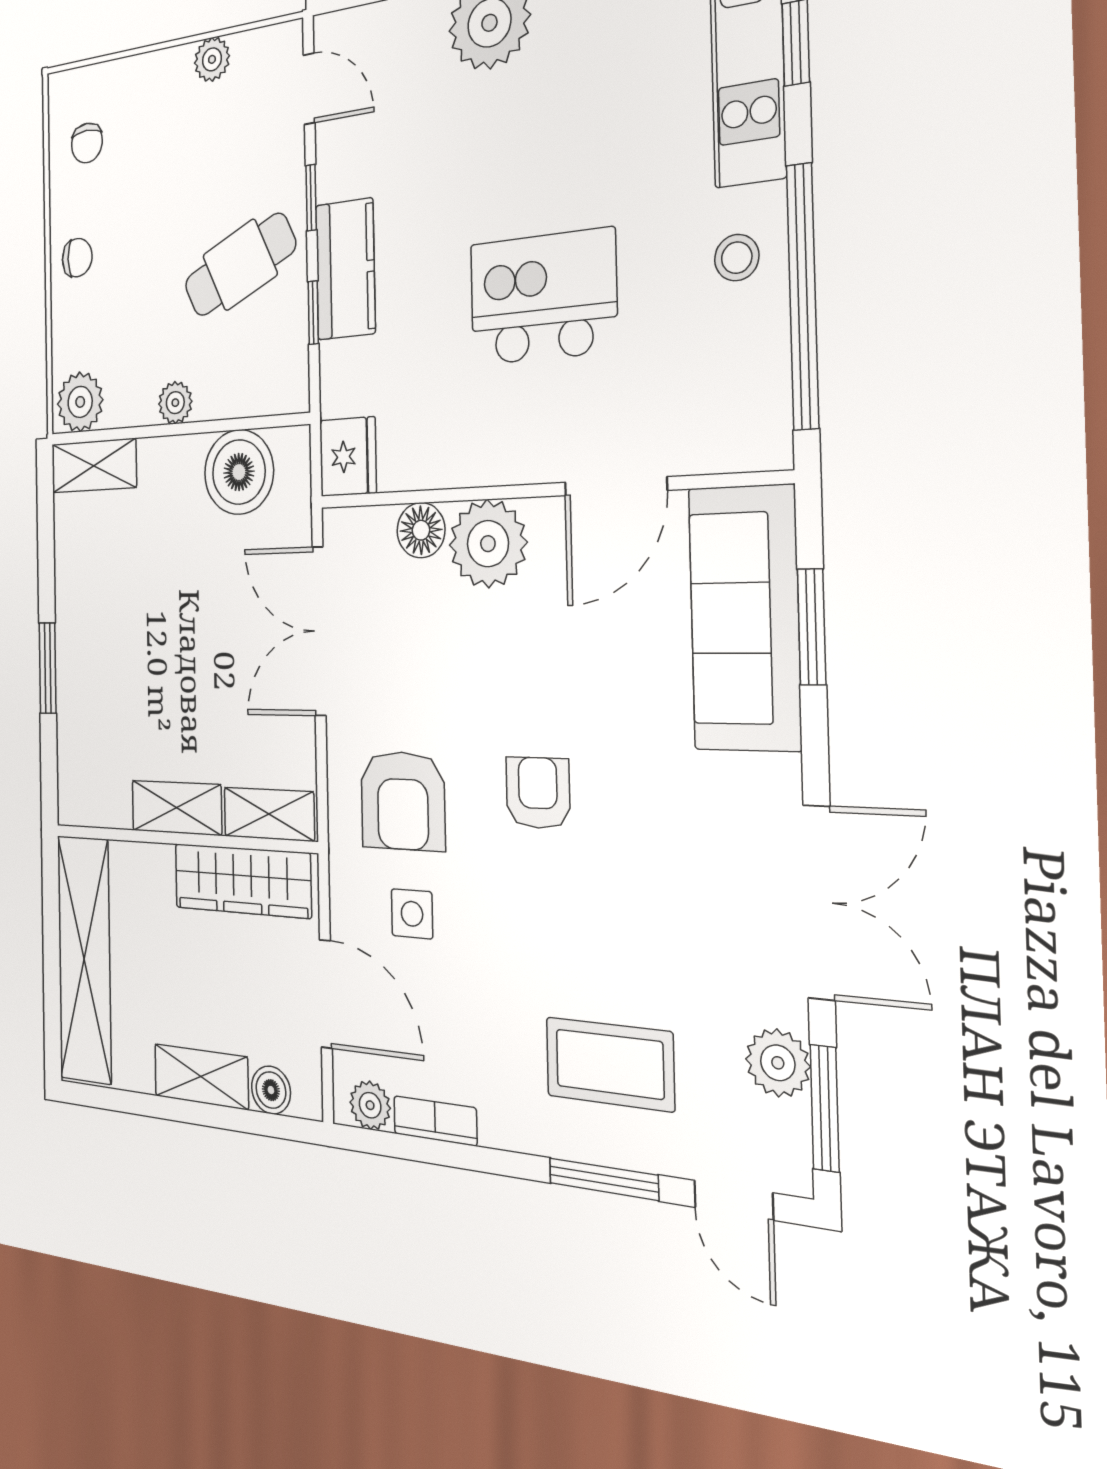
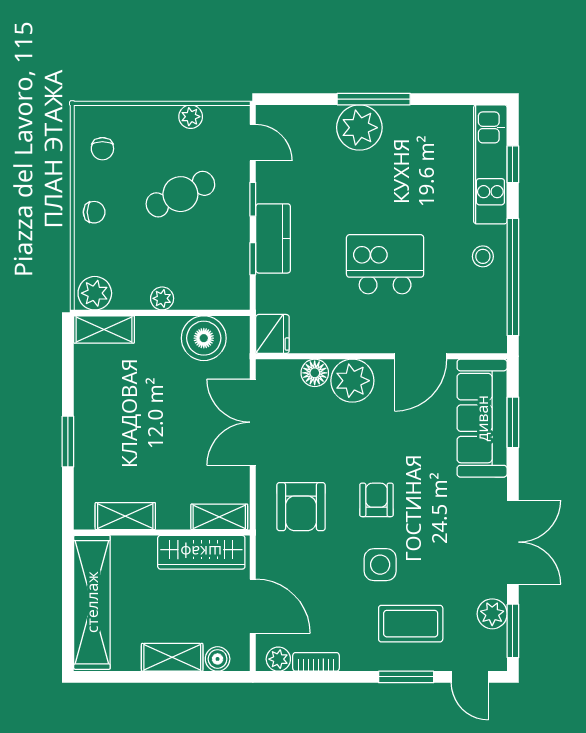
cafe table: (240, 265) -> (180, 194), moved
shelving: (177, 808) -> (125, 516), moved
side table: (412, 914) -> (380, 565), moved, width x1.37, depth x1.37

